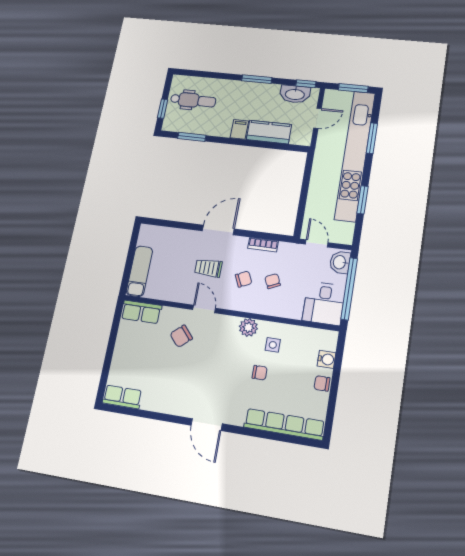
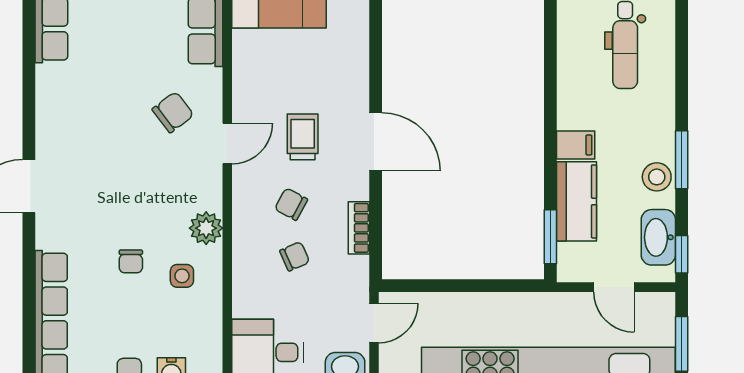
stool: (263, 92) -> (657, 177), added
window: (192, 137) -> (550, 237), moved
chair: (244, 279) -> (291, 204), turned 143
chair: (181, 336) -> (173, 112), turned 94

